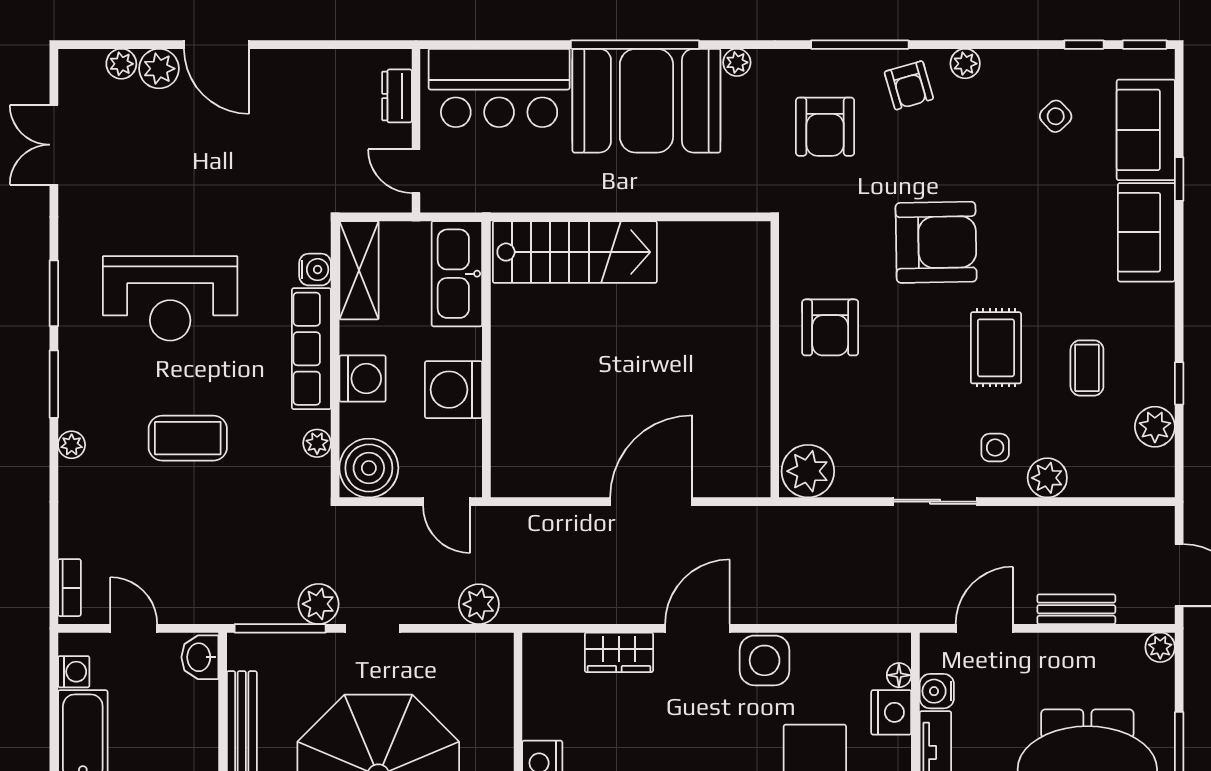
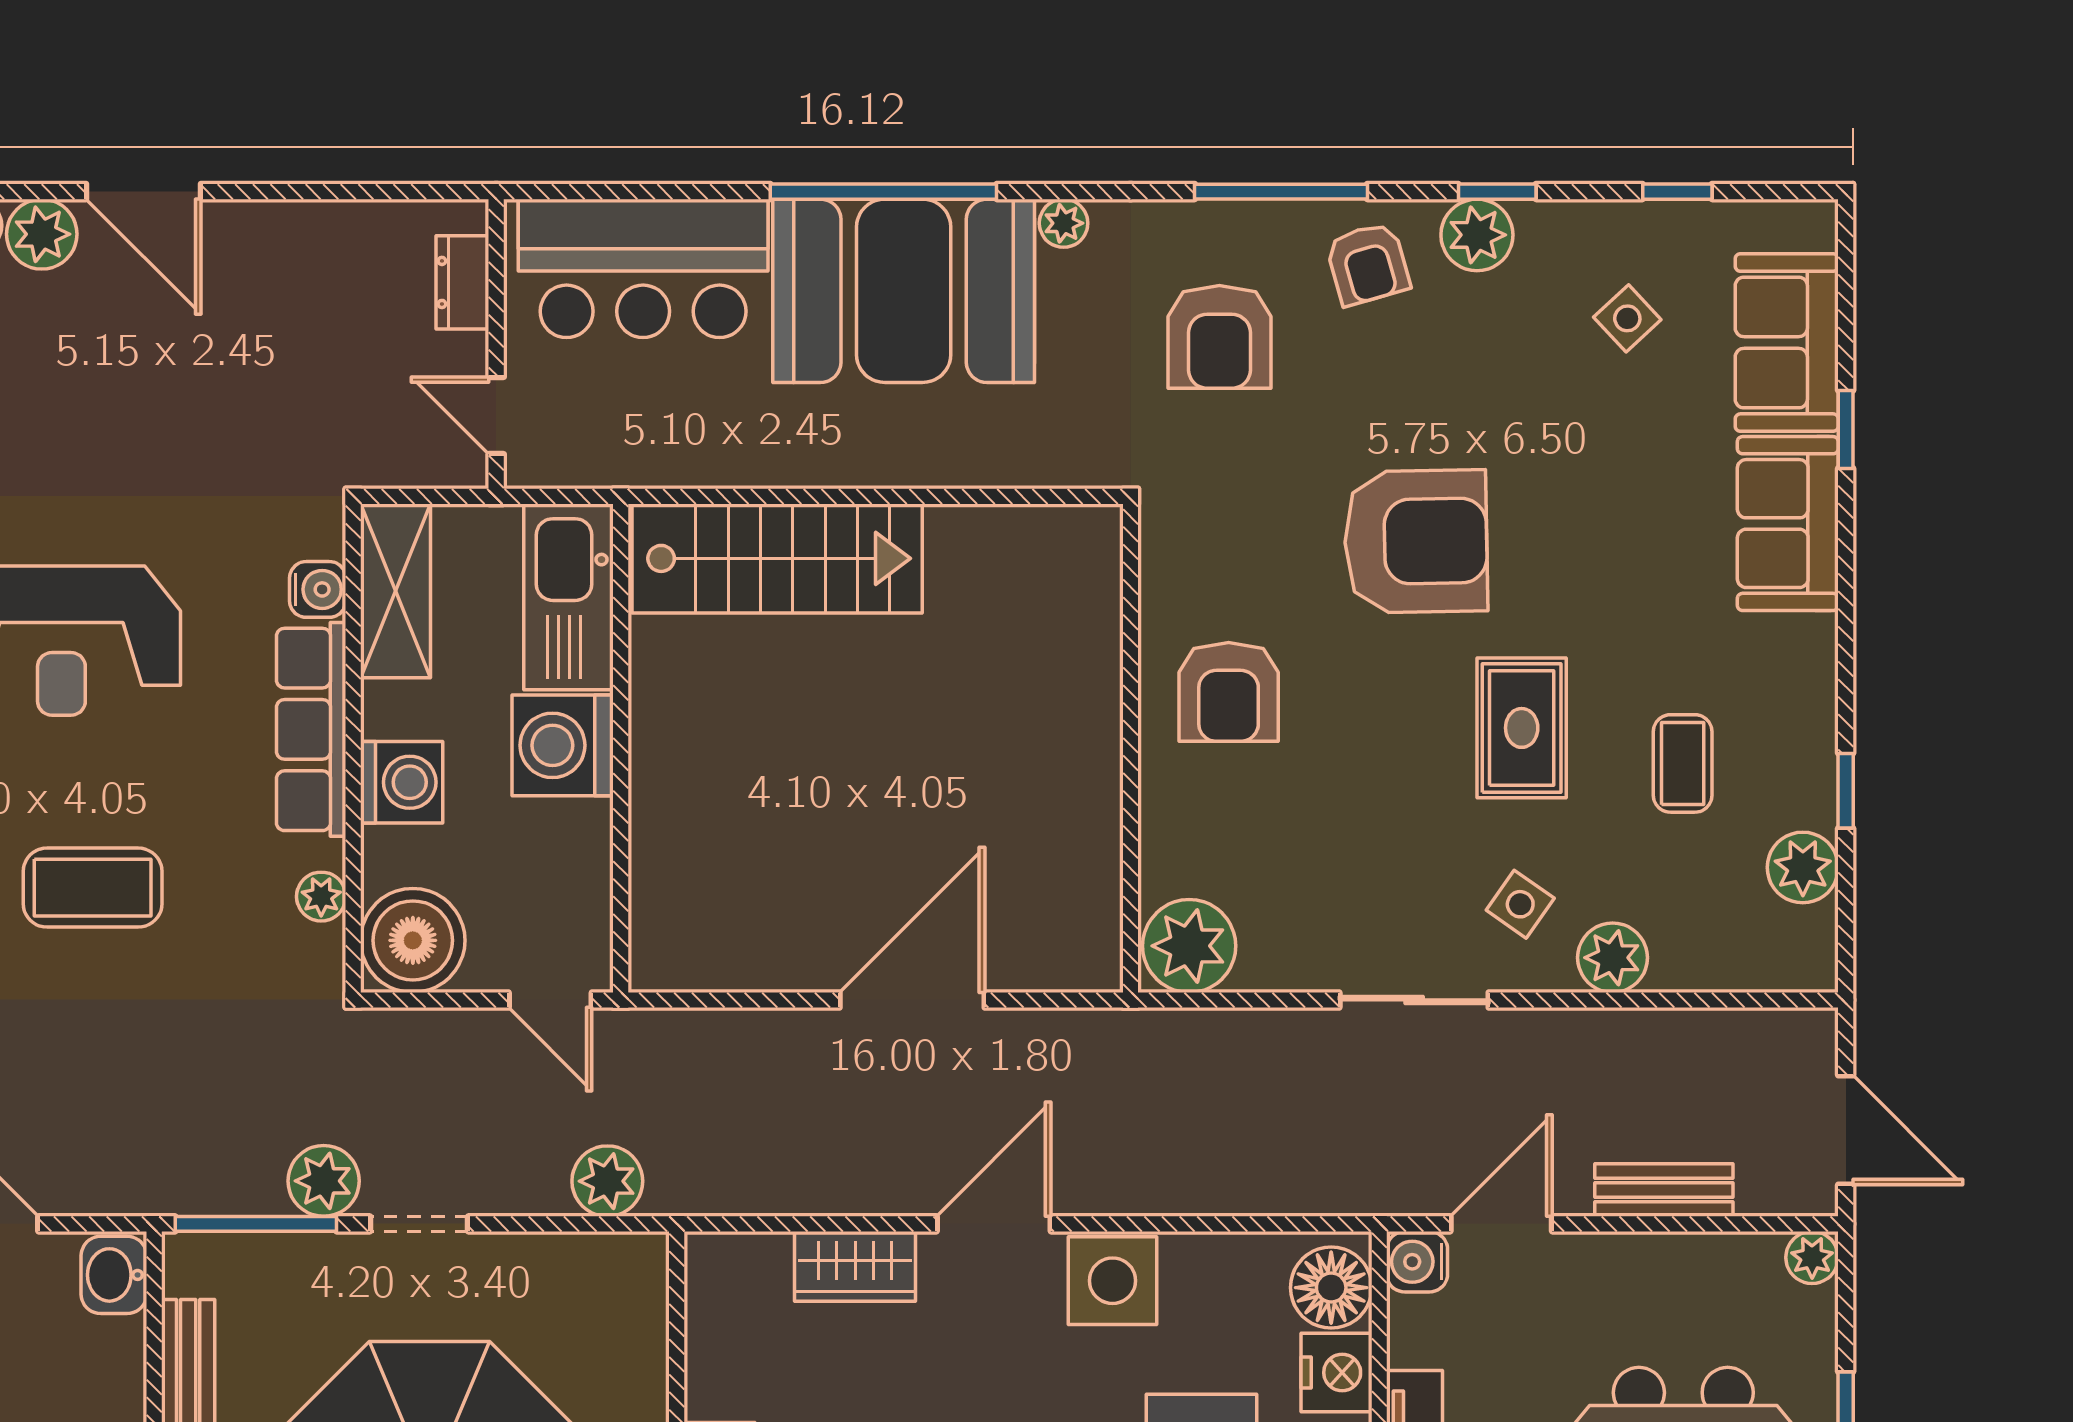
window: (1145, 45) -> (1497, 192), moved
plant: (965, 64) -> (1477, 235), width x1.38, depth x1.38
washing machine: (454, 390) -> (563, 745), moved
side table: (995, 448) -> (1520, 904), turned 35
floor lamp: (899, 675) -> (1331, 1288), width x1.89, depth x1.89
water cooler: (937, 691) -> (1417, 1262), moved

